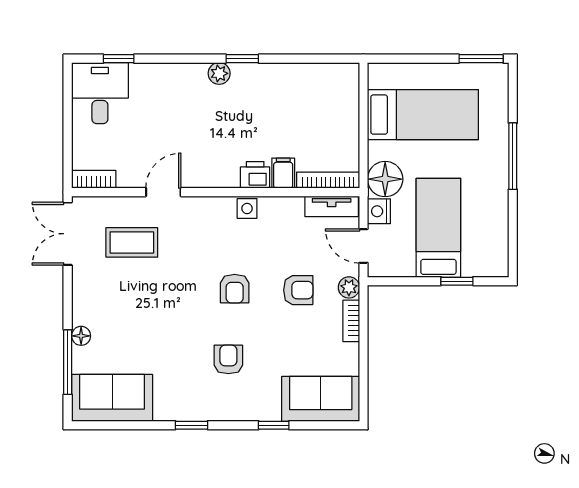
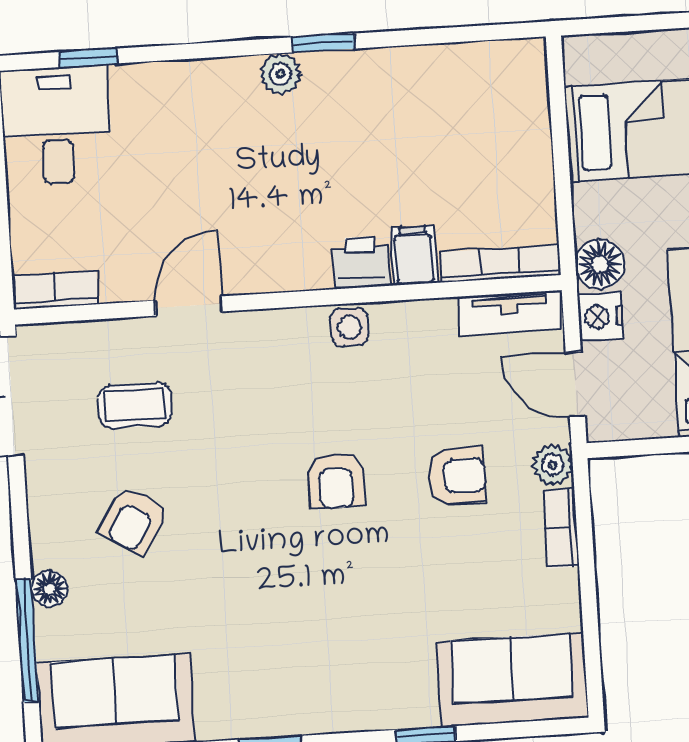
floor lamp: (385, 179) -> (600, 264), width x0.73, depth x0.73
coffee table: (132, 242) -> (135, 405), width x0.73, depth x0.77
armchair: (228, 359) -> (133, 520), moved, turned -148

